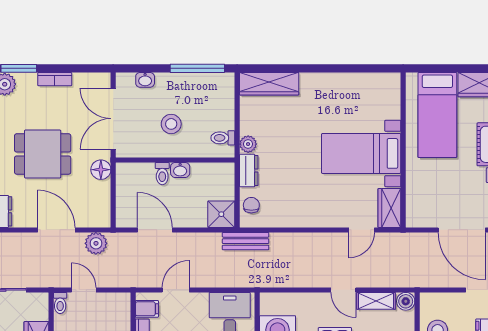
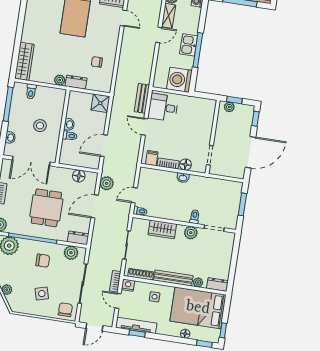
toilet: (223, 138) -> (31, 92), moved
floor lamp: (101, 170) -> (79, 176), moved
chair: (251, 205) -> (97, 62), moved
bench: (246, 241) -> (142, 98), moved
door: (176, 290) -> (145, 127), moved

